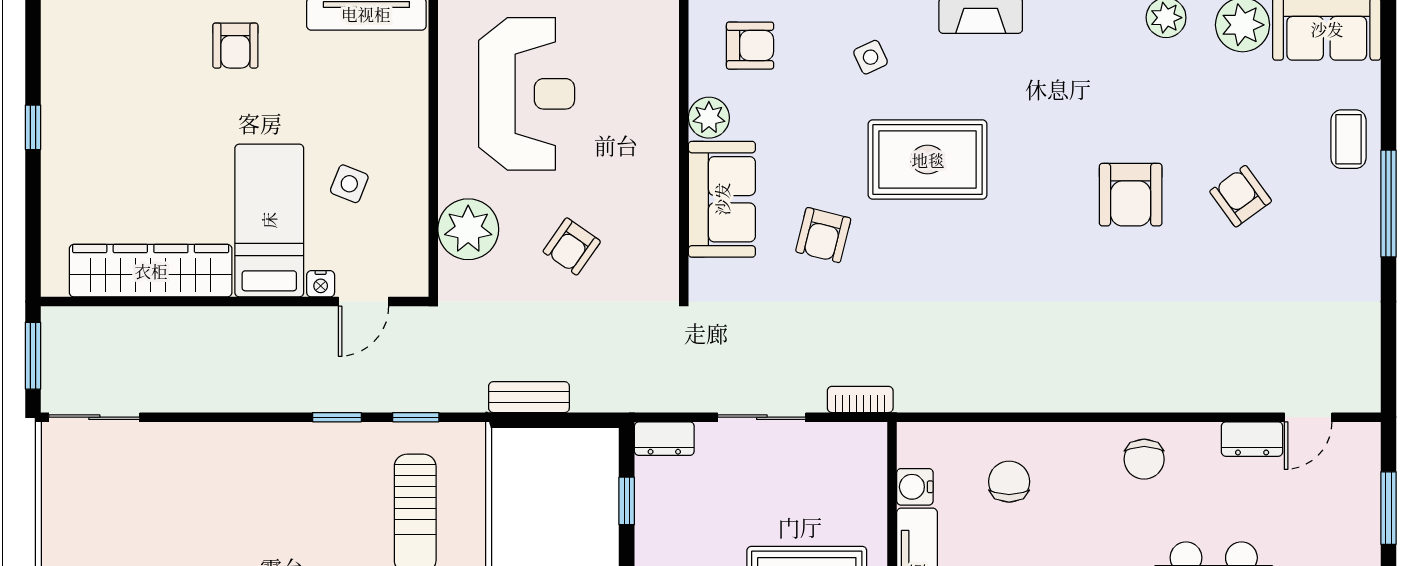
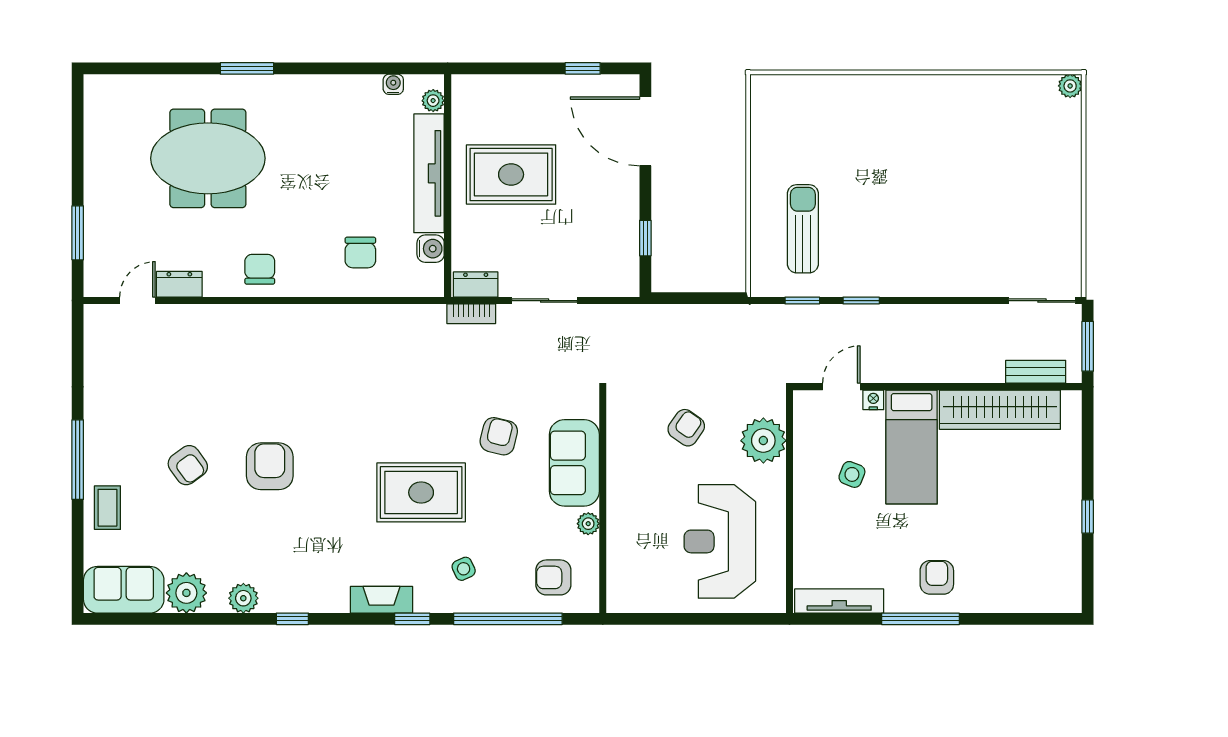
plant: (709, 118) -> (588, 524), width x0.73, depth x0.73
bench: (529, 397) -> (1036, 372), moved
dresser: (664, 439) -> (476, 285), moved

